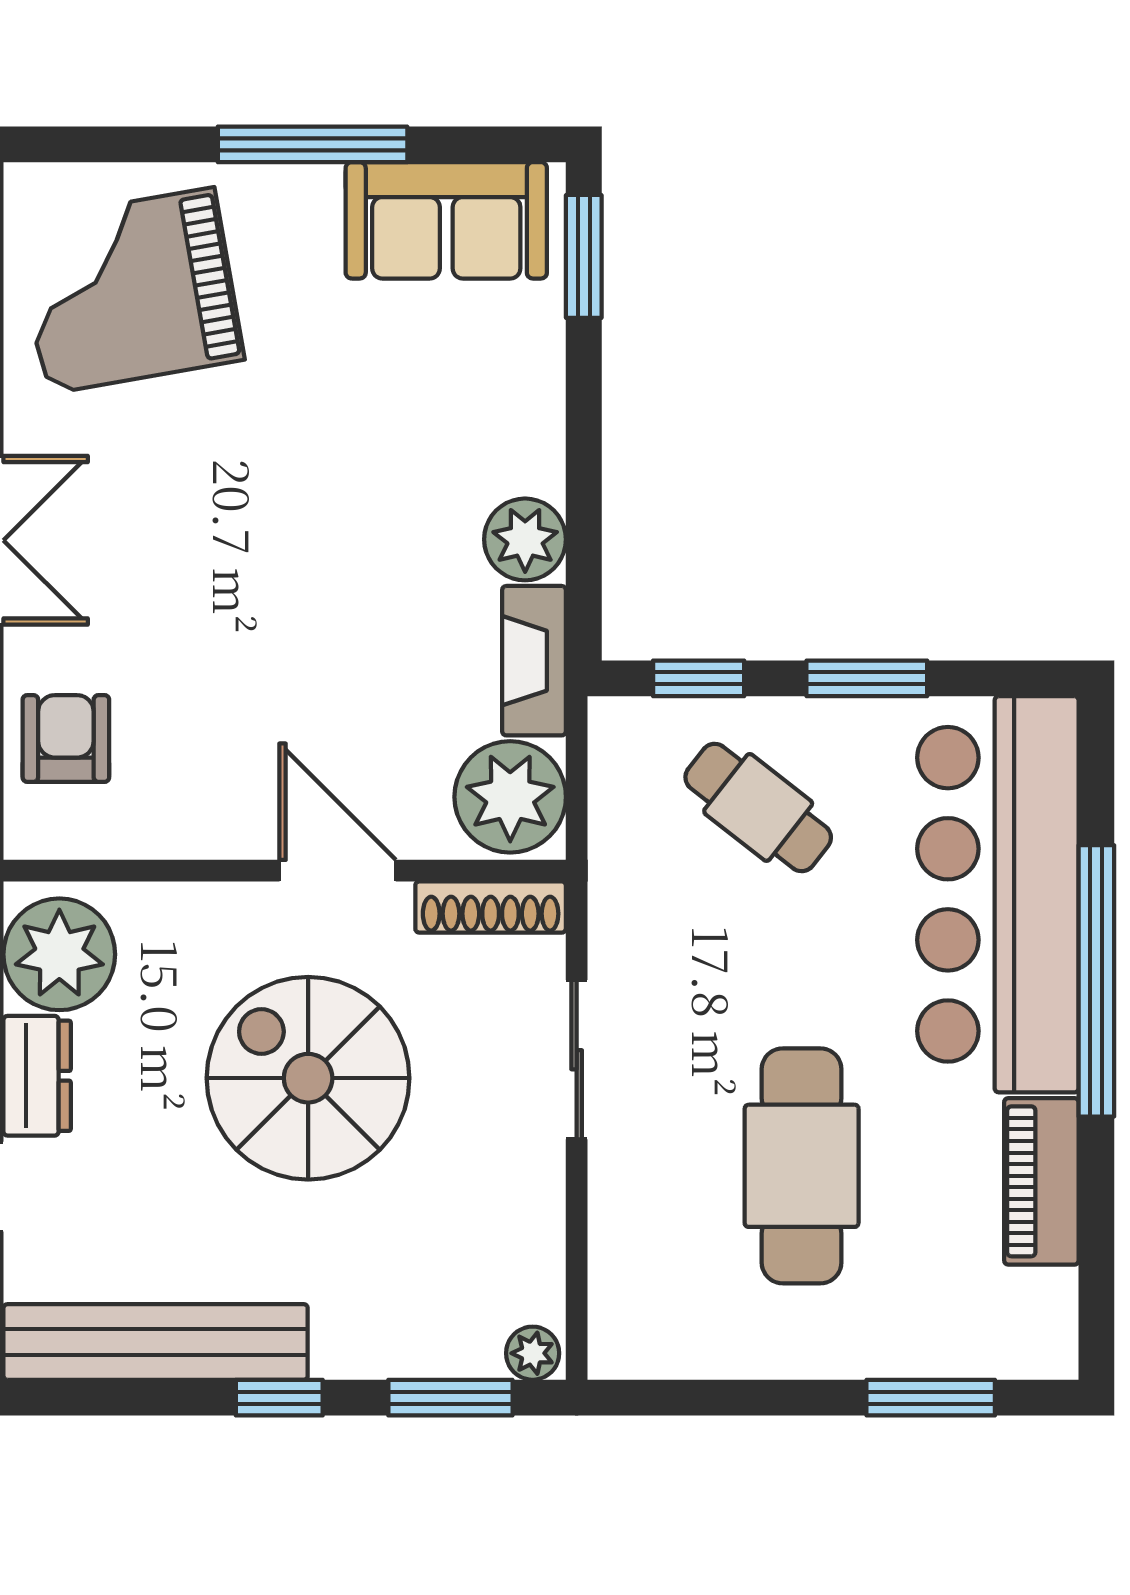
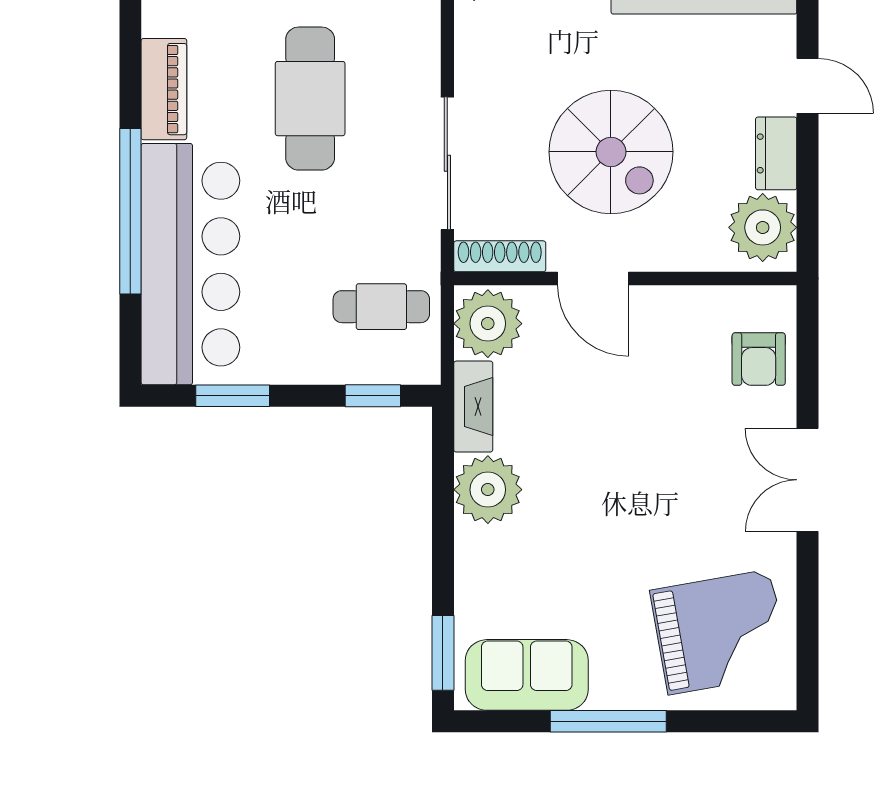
plant: (525, 539) -> (488, 490), width x1.36, depth x1.36
window: (867, 678) -> (233, 396), moved
cafe table: (758, 807) -> (381, 307), moved, turned -38
sliding door: (577, 1060) -> (447, 163), width x1.37

